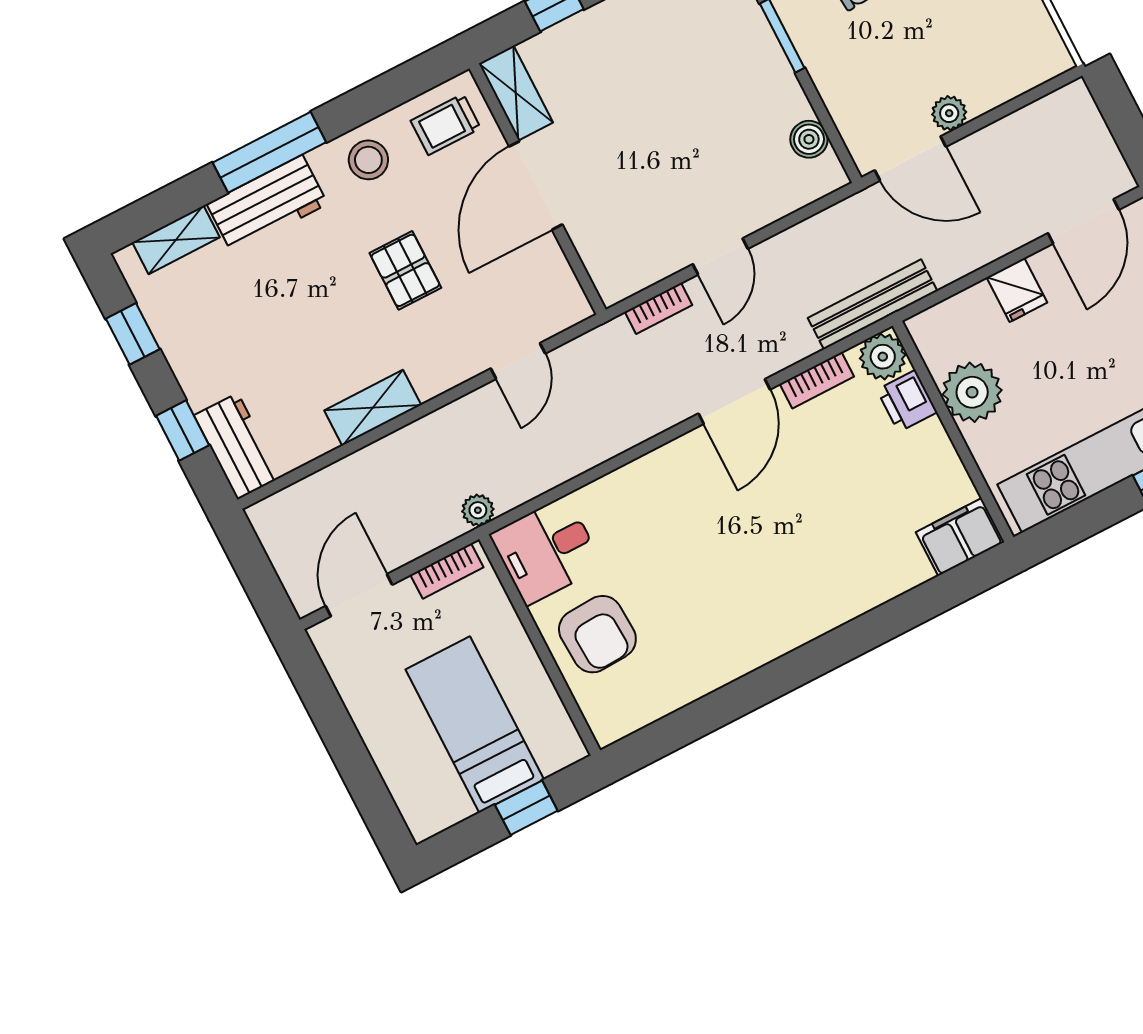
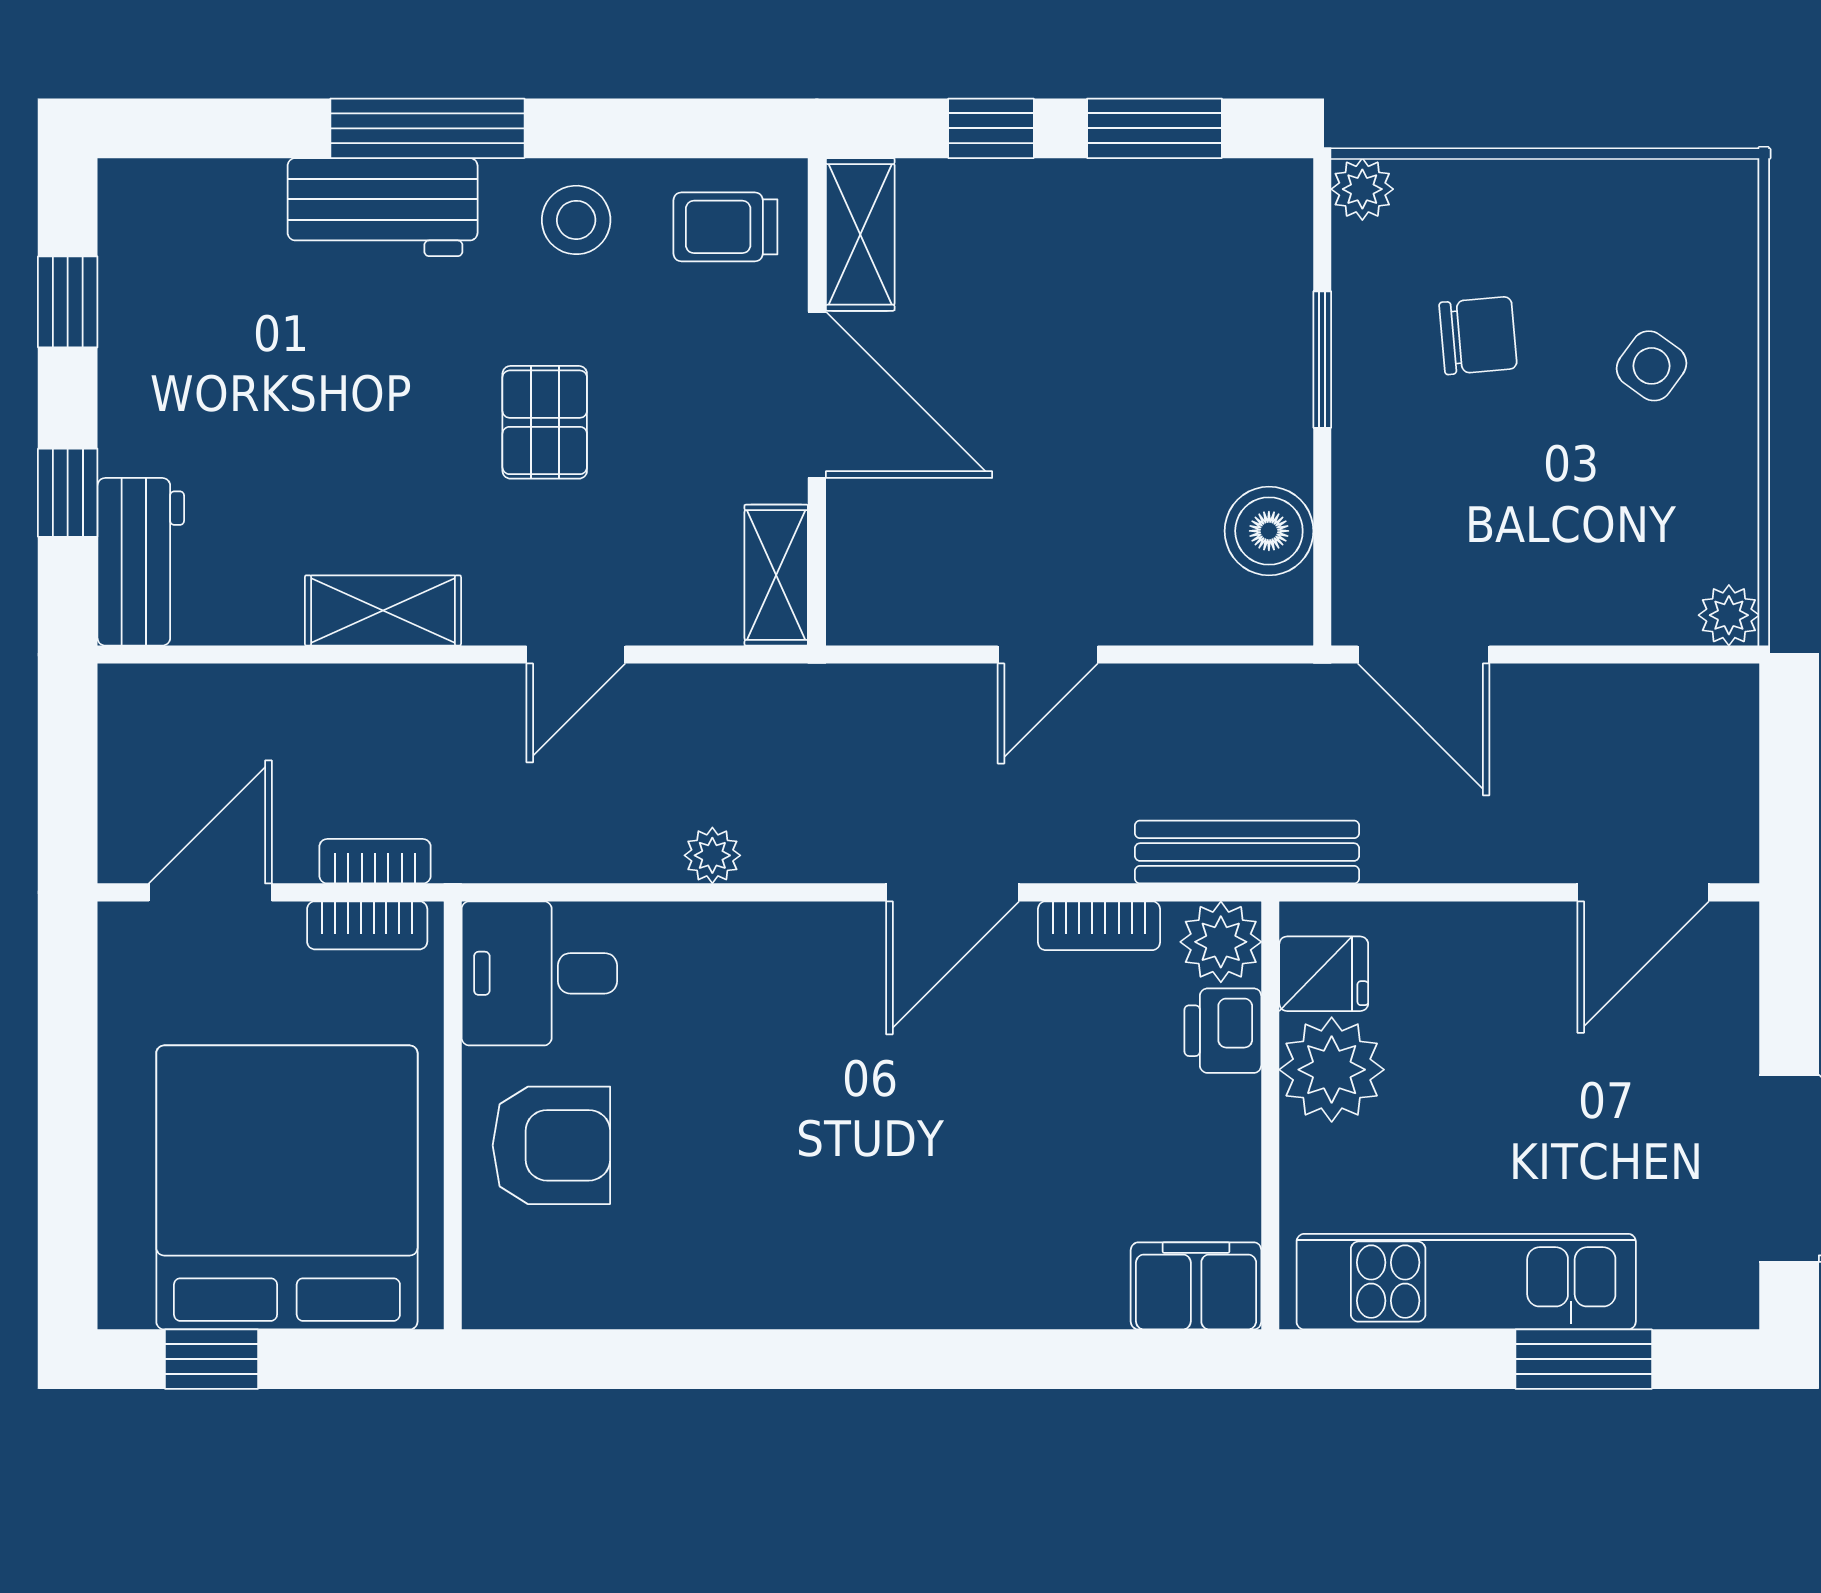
plant: (949, 113) -> (1729, 615), moved
boiler: (809, 139) -> (1269, 531), width x1.36, depth x1.36
door: (536, 185) -> (817, 395), swing flipped
shelving: (176, 240) -> (776, 575), moved, turned 90
fridge: (1017, 290) -> (1324, 974), moved, turned -90
bookcase: (659, 308) -> (375, 861), moved, turned 180
door: (518, 361) -> (576, 655), moved
plant: (478, 510) -> (712, 855), moved
armchair: (597, 634) -> (551, 1145), turned -87
bed: (475, 724) -> (287, 1187), width x2.04
window: (526, 808) -> (212, 1359), moved

